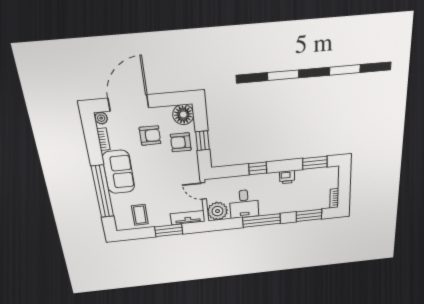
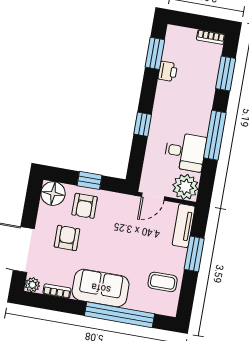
printer: (287, 177) -> (168, 71), moved

